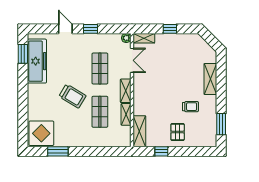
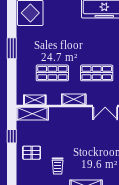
trolley: (72, 96) -> (68, 45), removed
shelving: (126, 114) -> (35, 100), moved
window: (58, 151) -> (12, 48), moved

